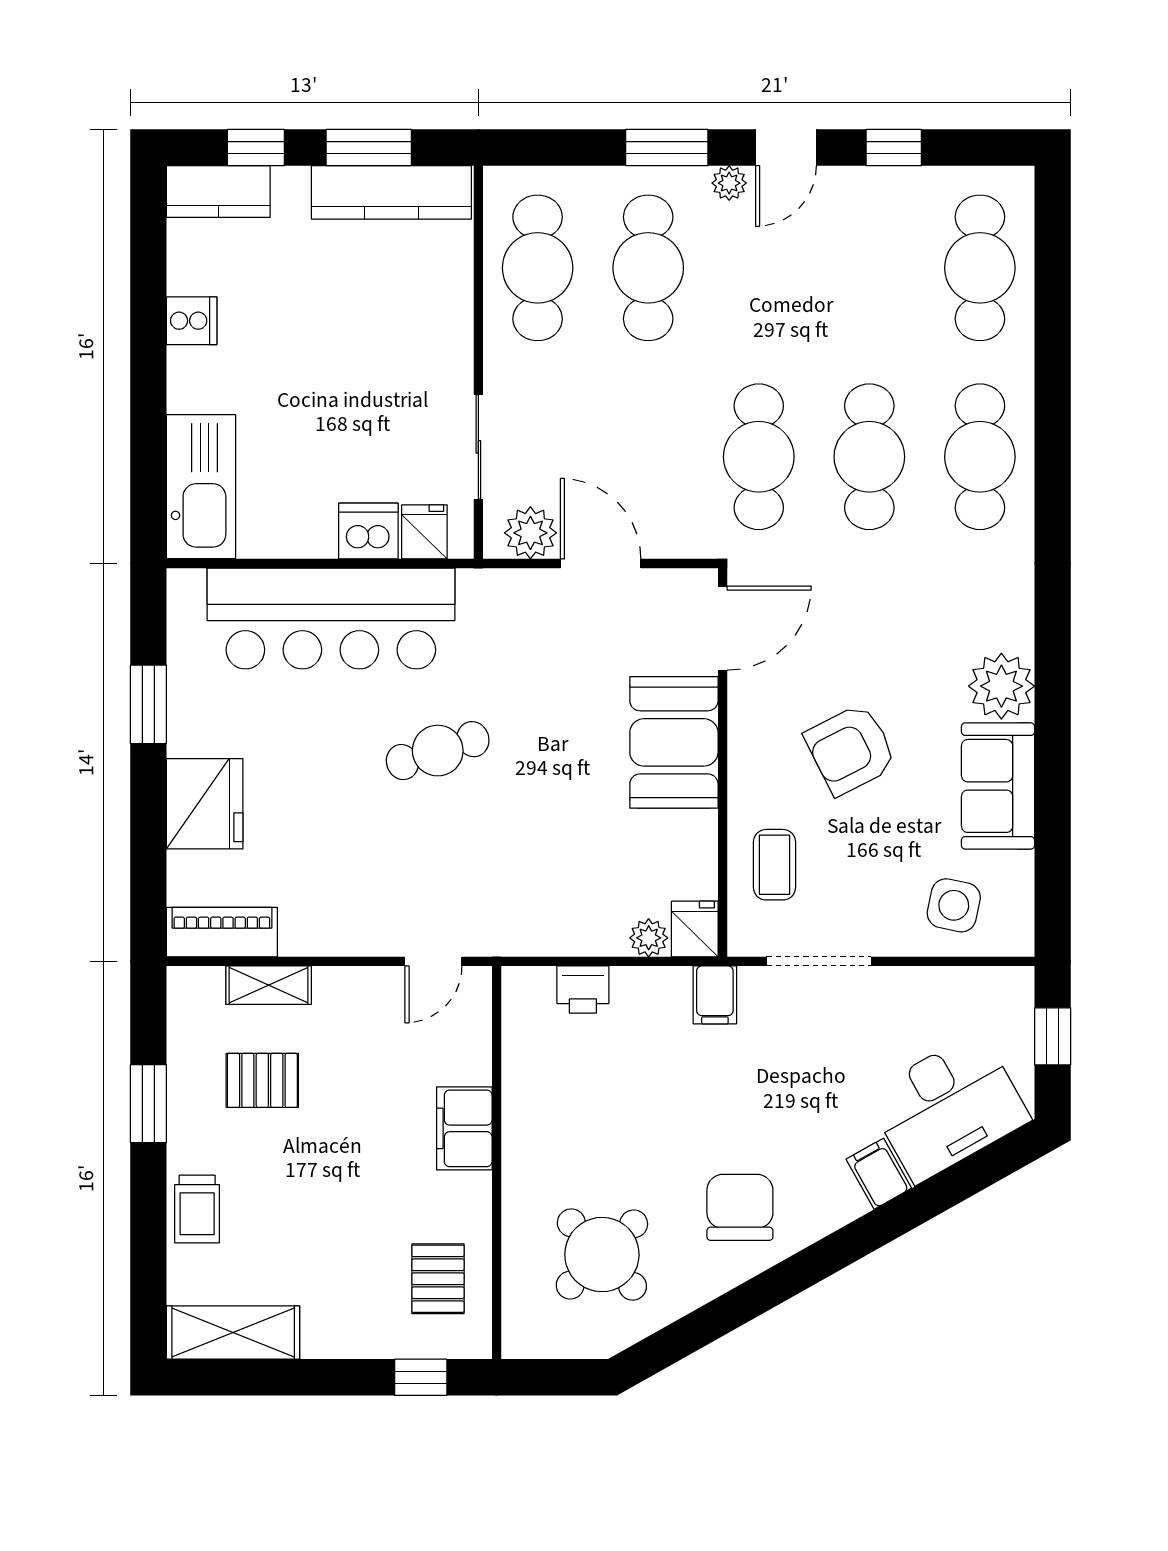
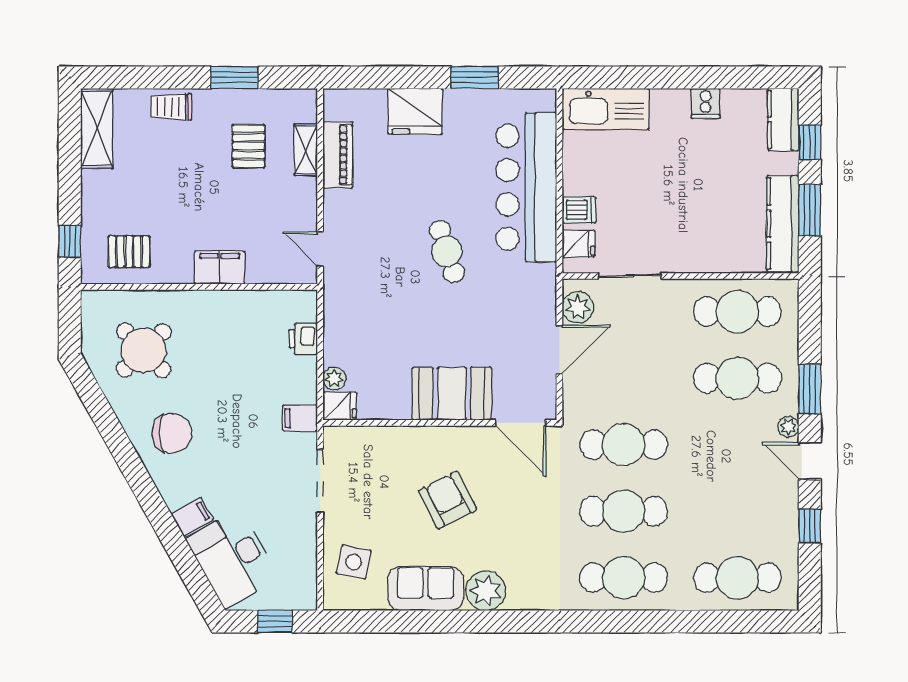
dishwasher: (368, 531) -> (579, 210), width x0.73
coffee table: (775, 865) -> (378, 454), removed
piano: (222, 932) -> (338, 155), moved

